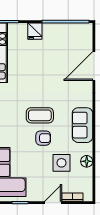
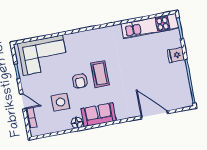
floor lamp: (87, 161) -> (77, 123), moved

